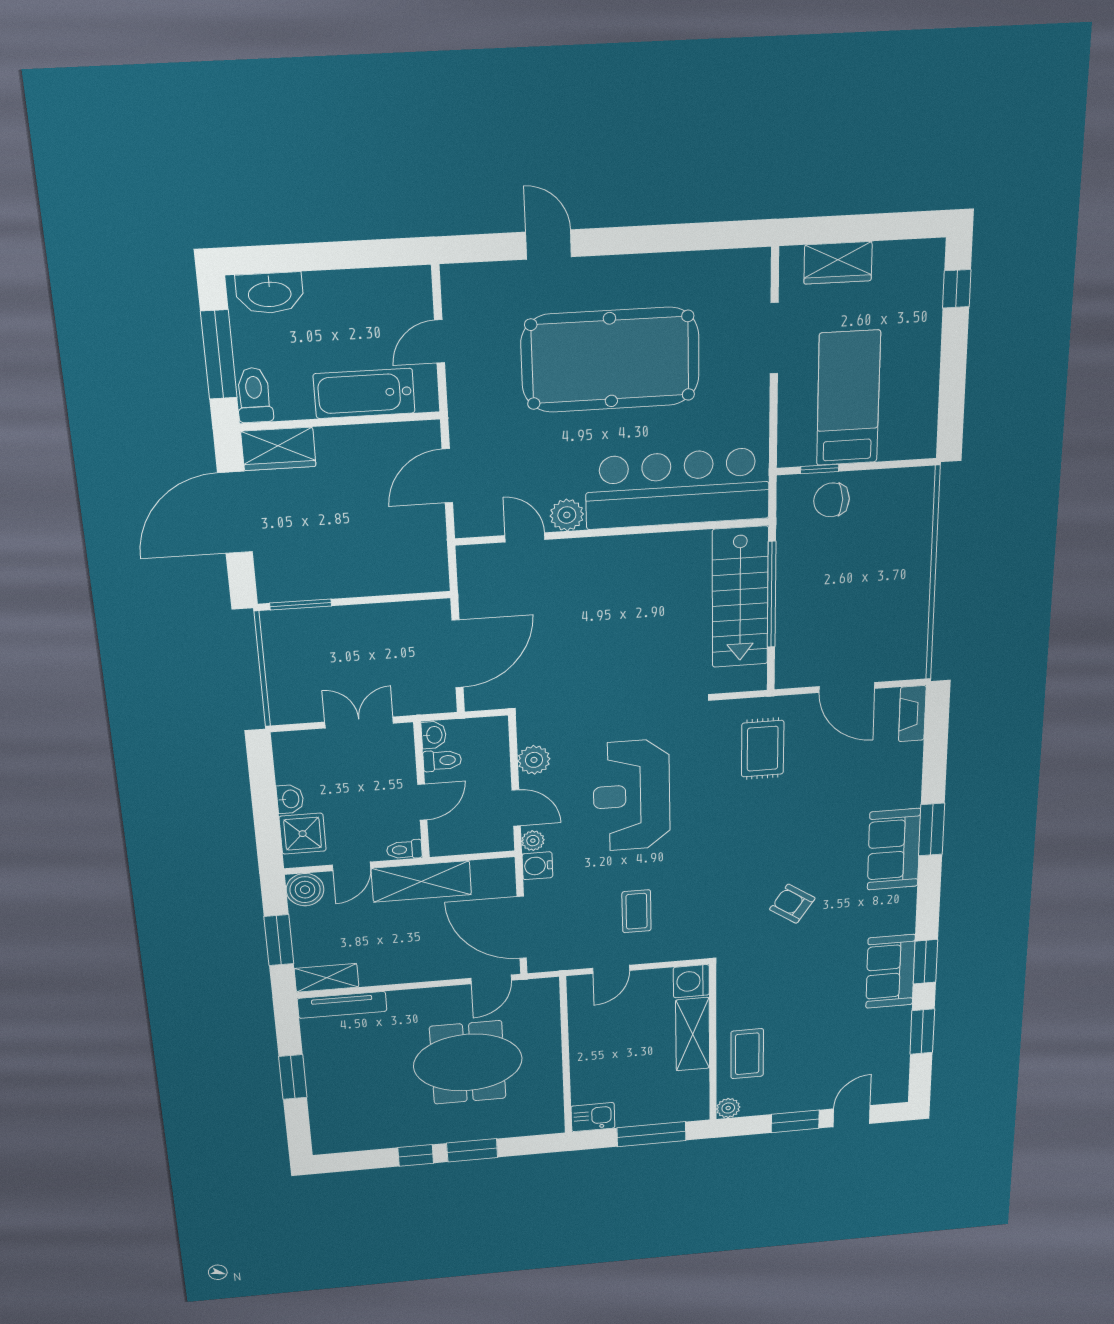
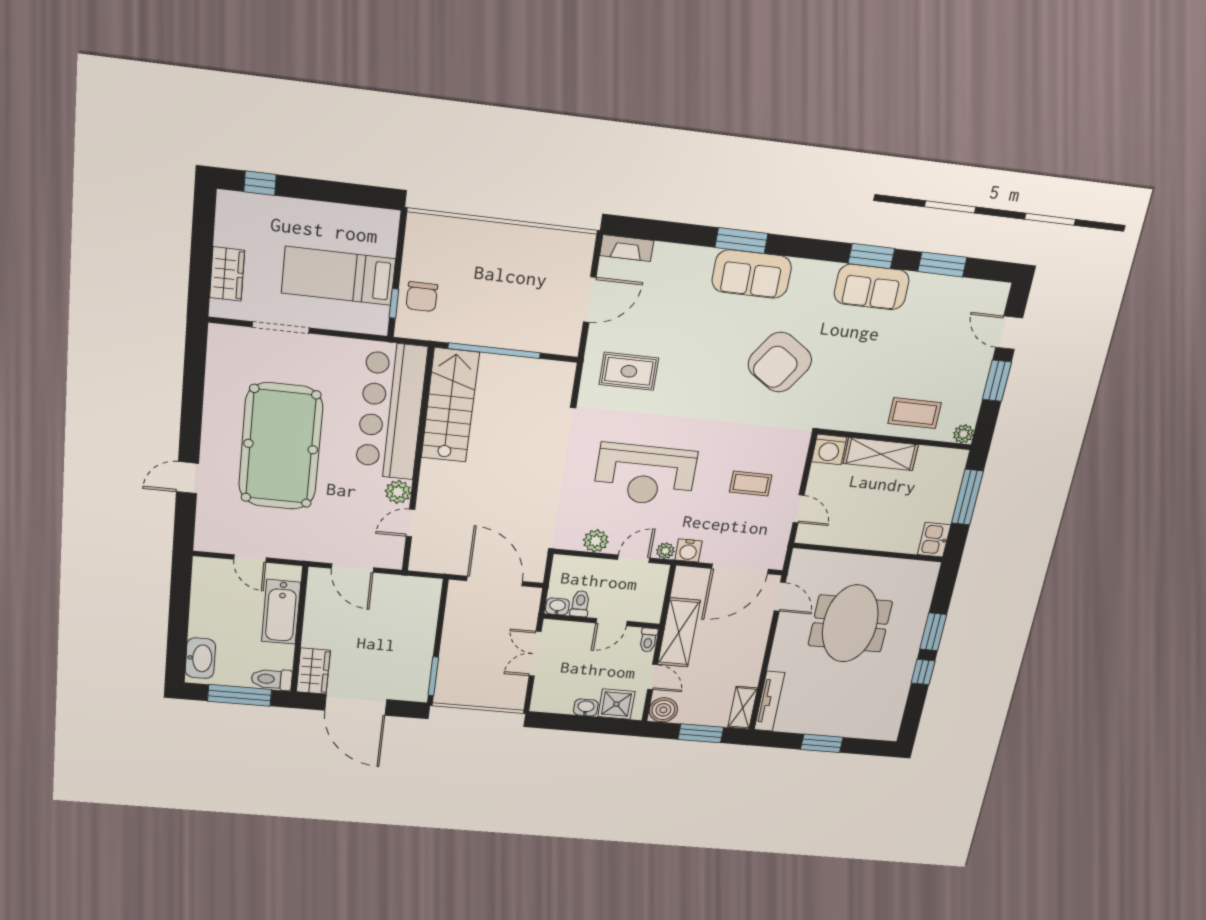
stairs: (740, 597) -> (450, 405), moved, turned -90
door: (422, 802) -> (611, 622), swing flipped
armchair: (792, 904) -> (780, 362), width x1.88, depth x1.88

